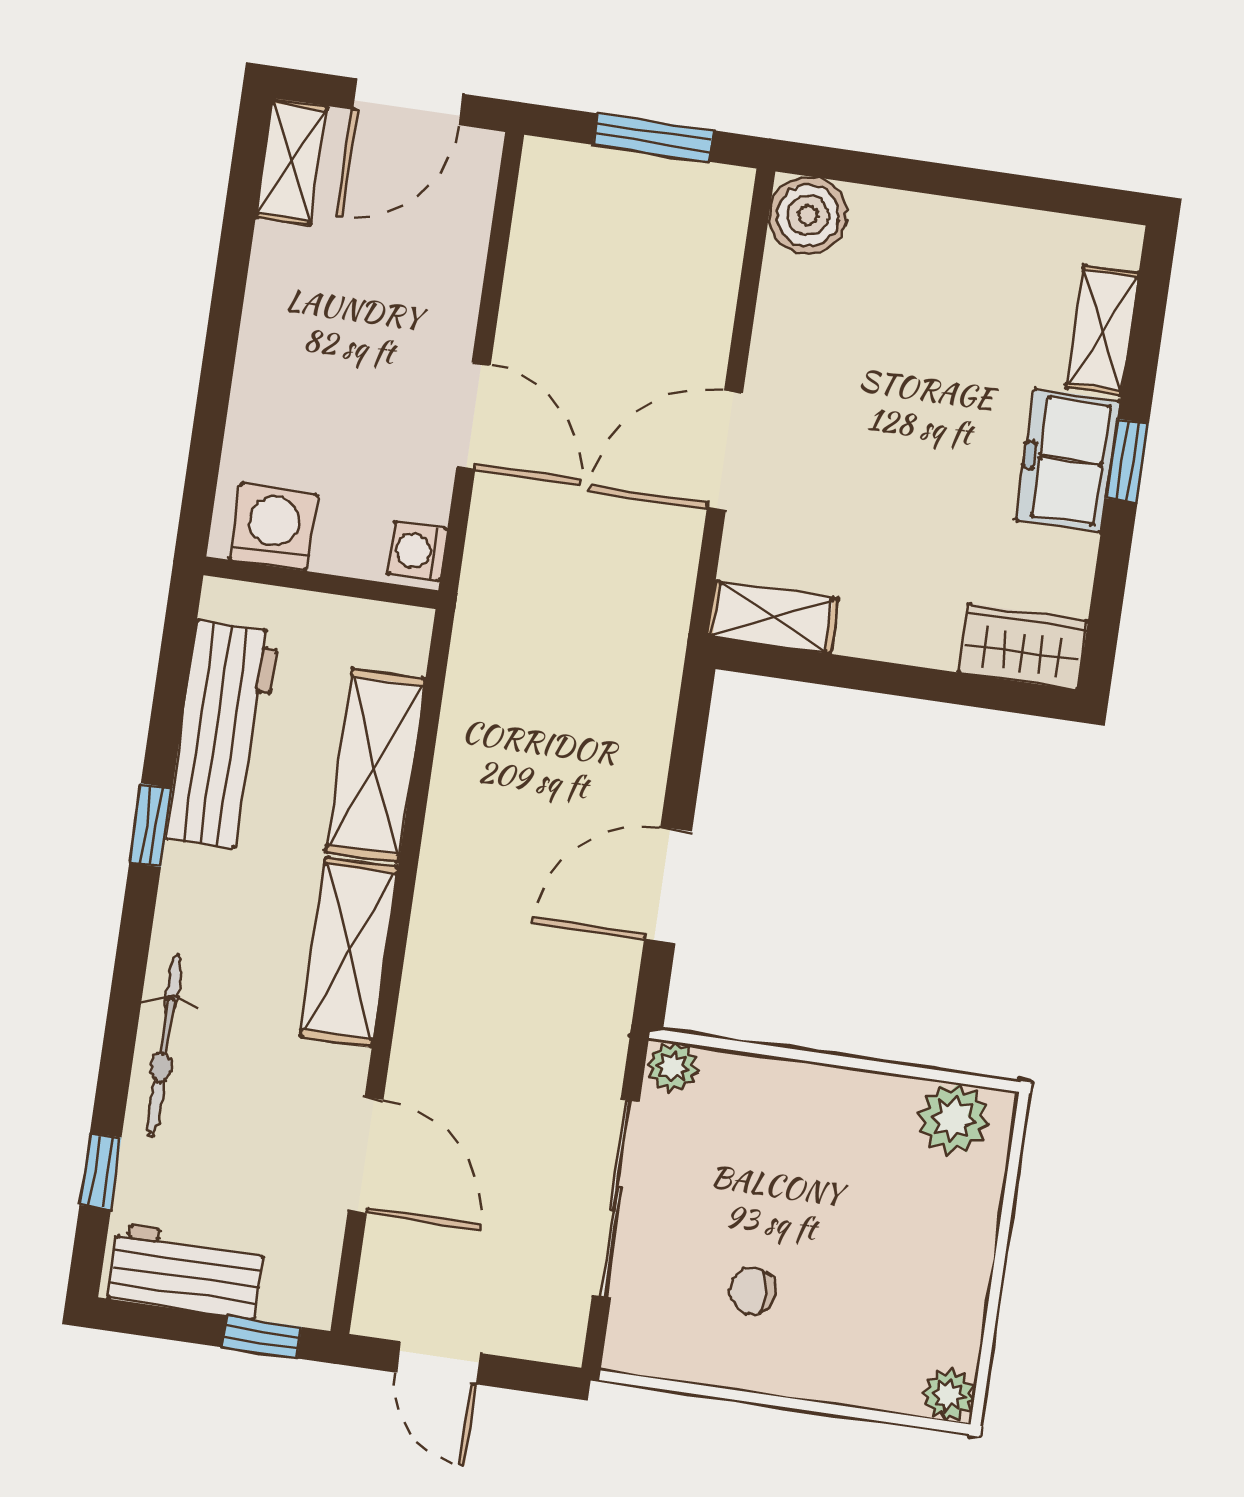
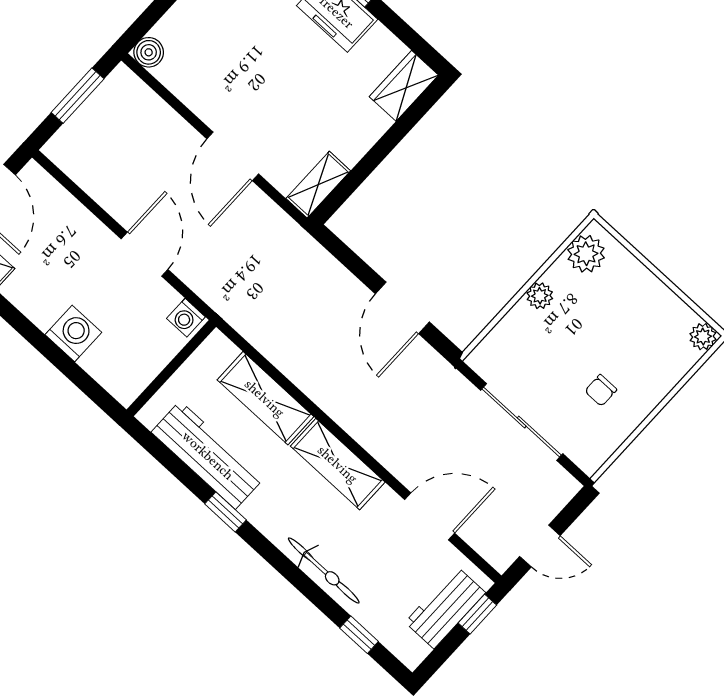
boiler: (808, 215) -> (149, 52), width x0.73, depth x0.73
door: (473, 416) -> (144, 254), hinge flipped
washing machine: (273, 527) -> (73, 334), moved, turned 90
plant: (673, 1067) -> (540, 296), moved
workbench: (187, 1272) -> (445, 607), moved

